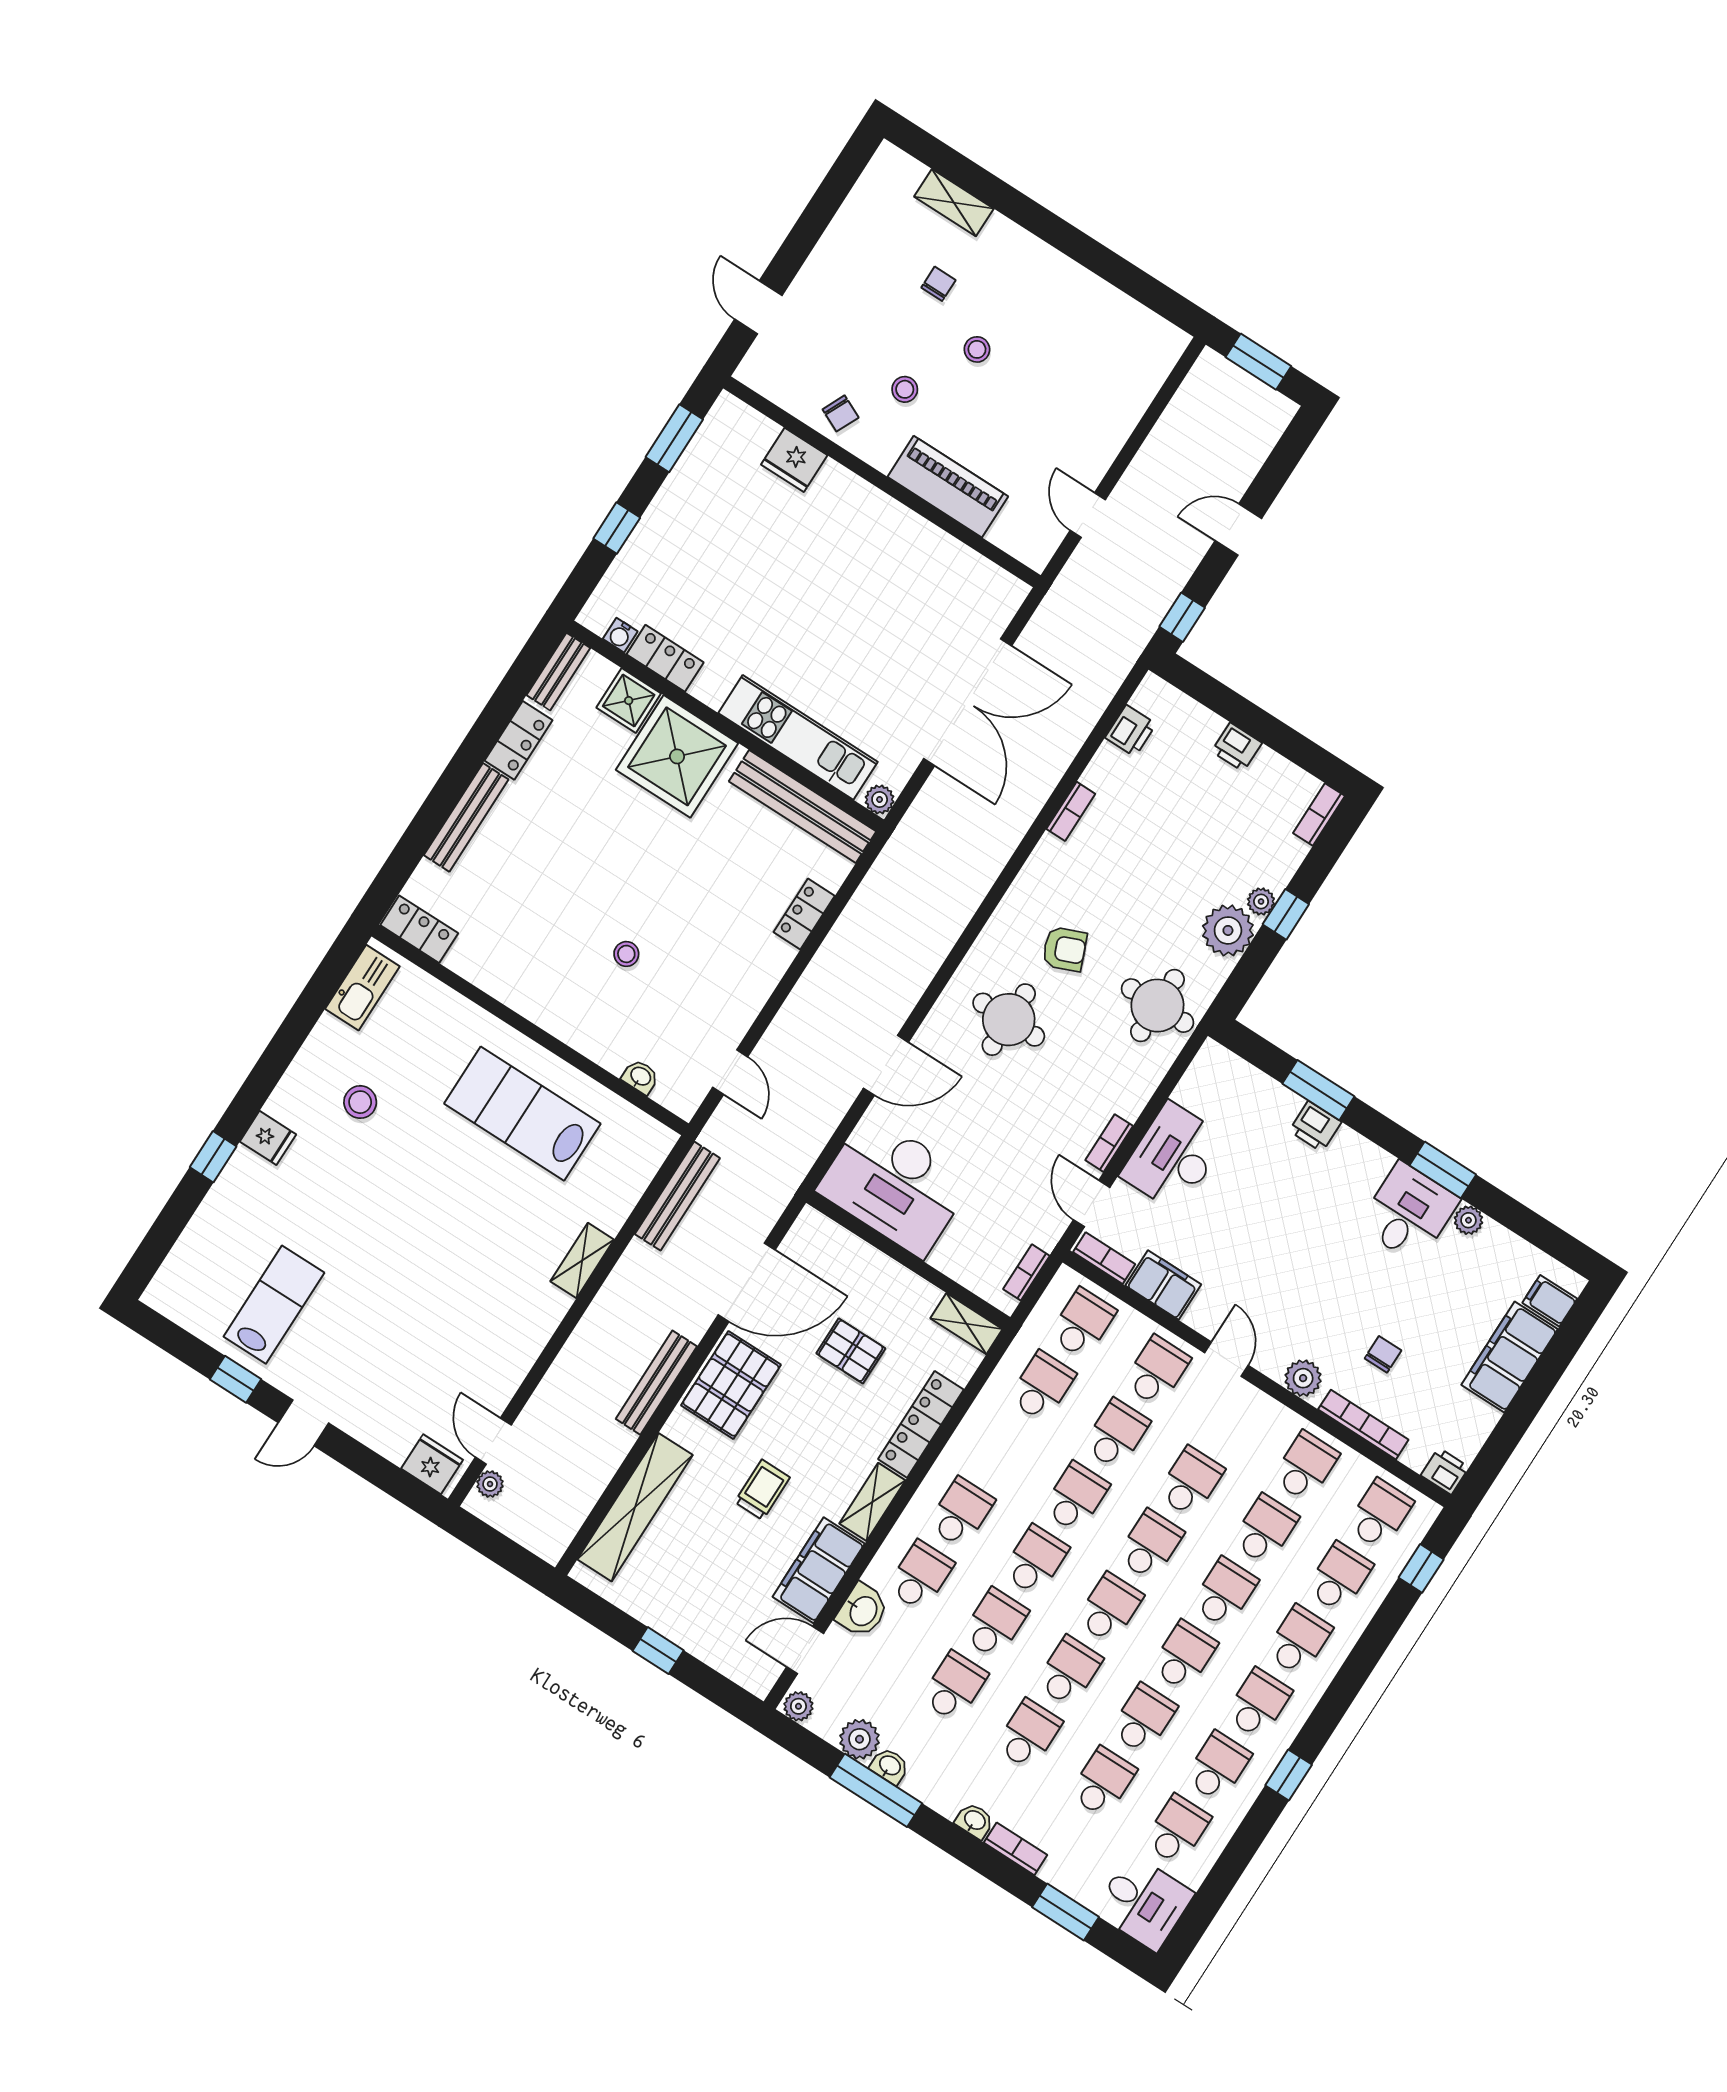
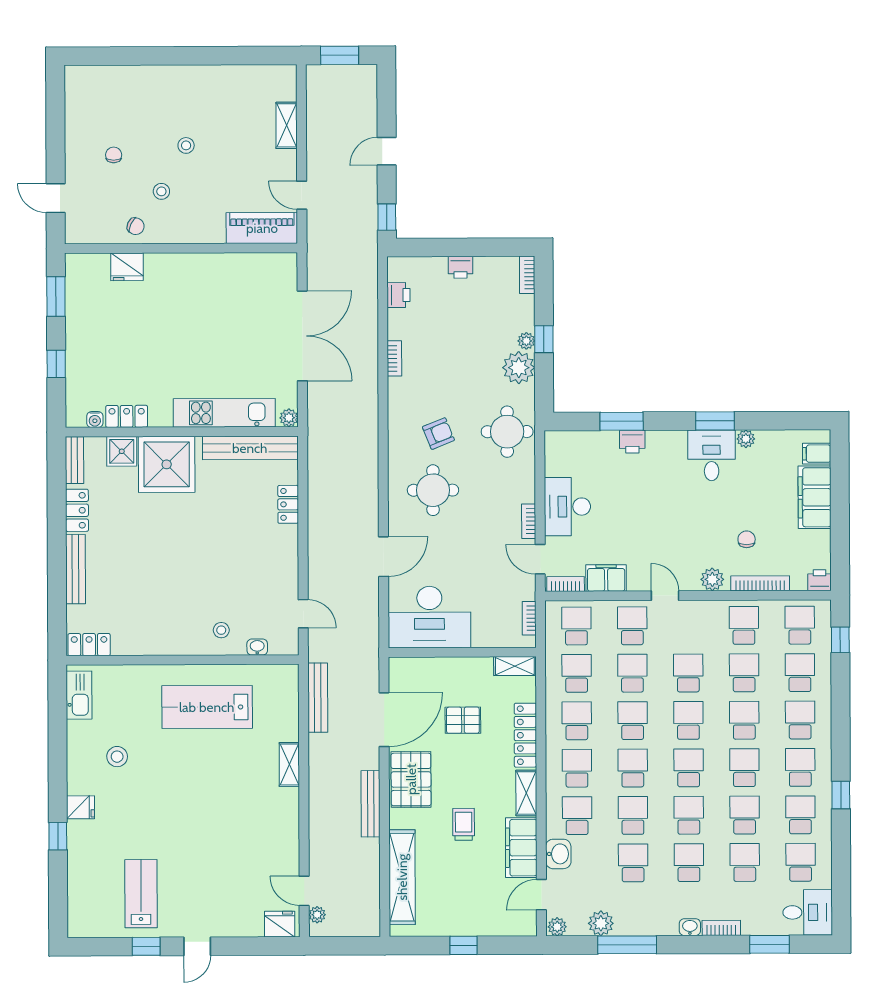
shelving: (954, 203) -> (287, 125), moved, turned 90
chair: (938, 284) -> (114, 155), moved
piano: (948, 487) -> (262, 228), moved
stool: (626, 954) -> (221, 630), moved
school desk: (1001, 1450) -> (577, 721), added
washbasin: (890, 1766) -> (626, 927), removed

